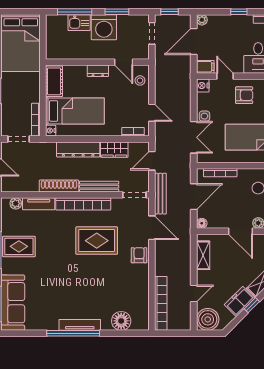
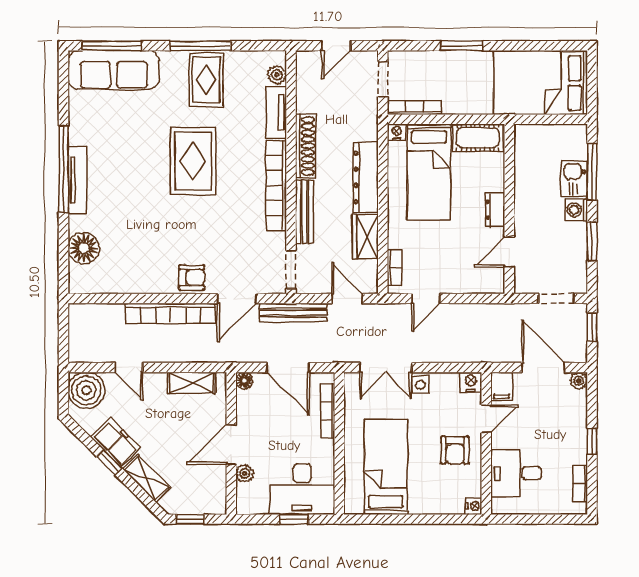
washing machine: (104, 27) -> (576, 210), width x0.53, depth x0.53
stool: (140, 80) -> (479, 279), removed
rug: (97, 241) -> (193, 161), moved
bookcase: (161, 303) -> (171, 313), moved

